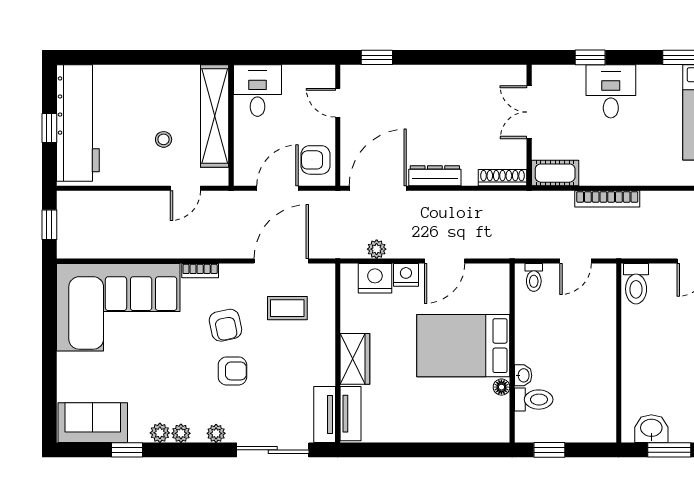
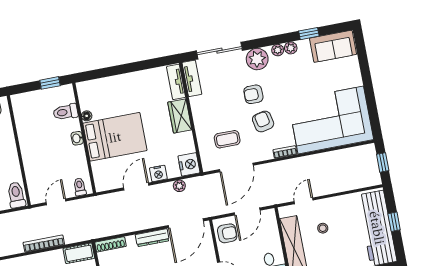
nightstand: (375, 278) -> (189, 164), moved, turned -90
washbasin: (523, 375) -> (77, 138), moved
plant: (216, 433) -> (257, 59), width x1.88, depth x1.88

